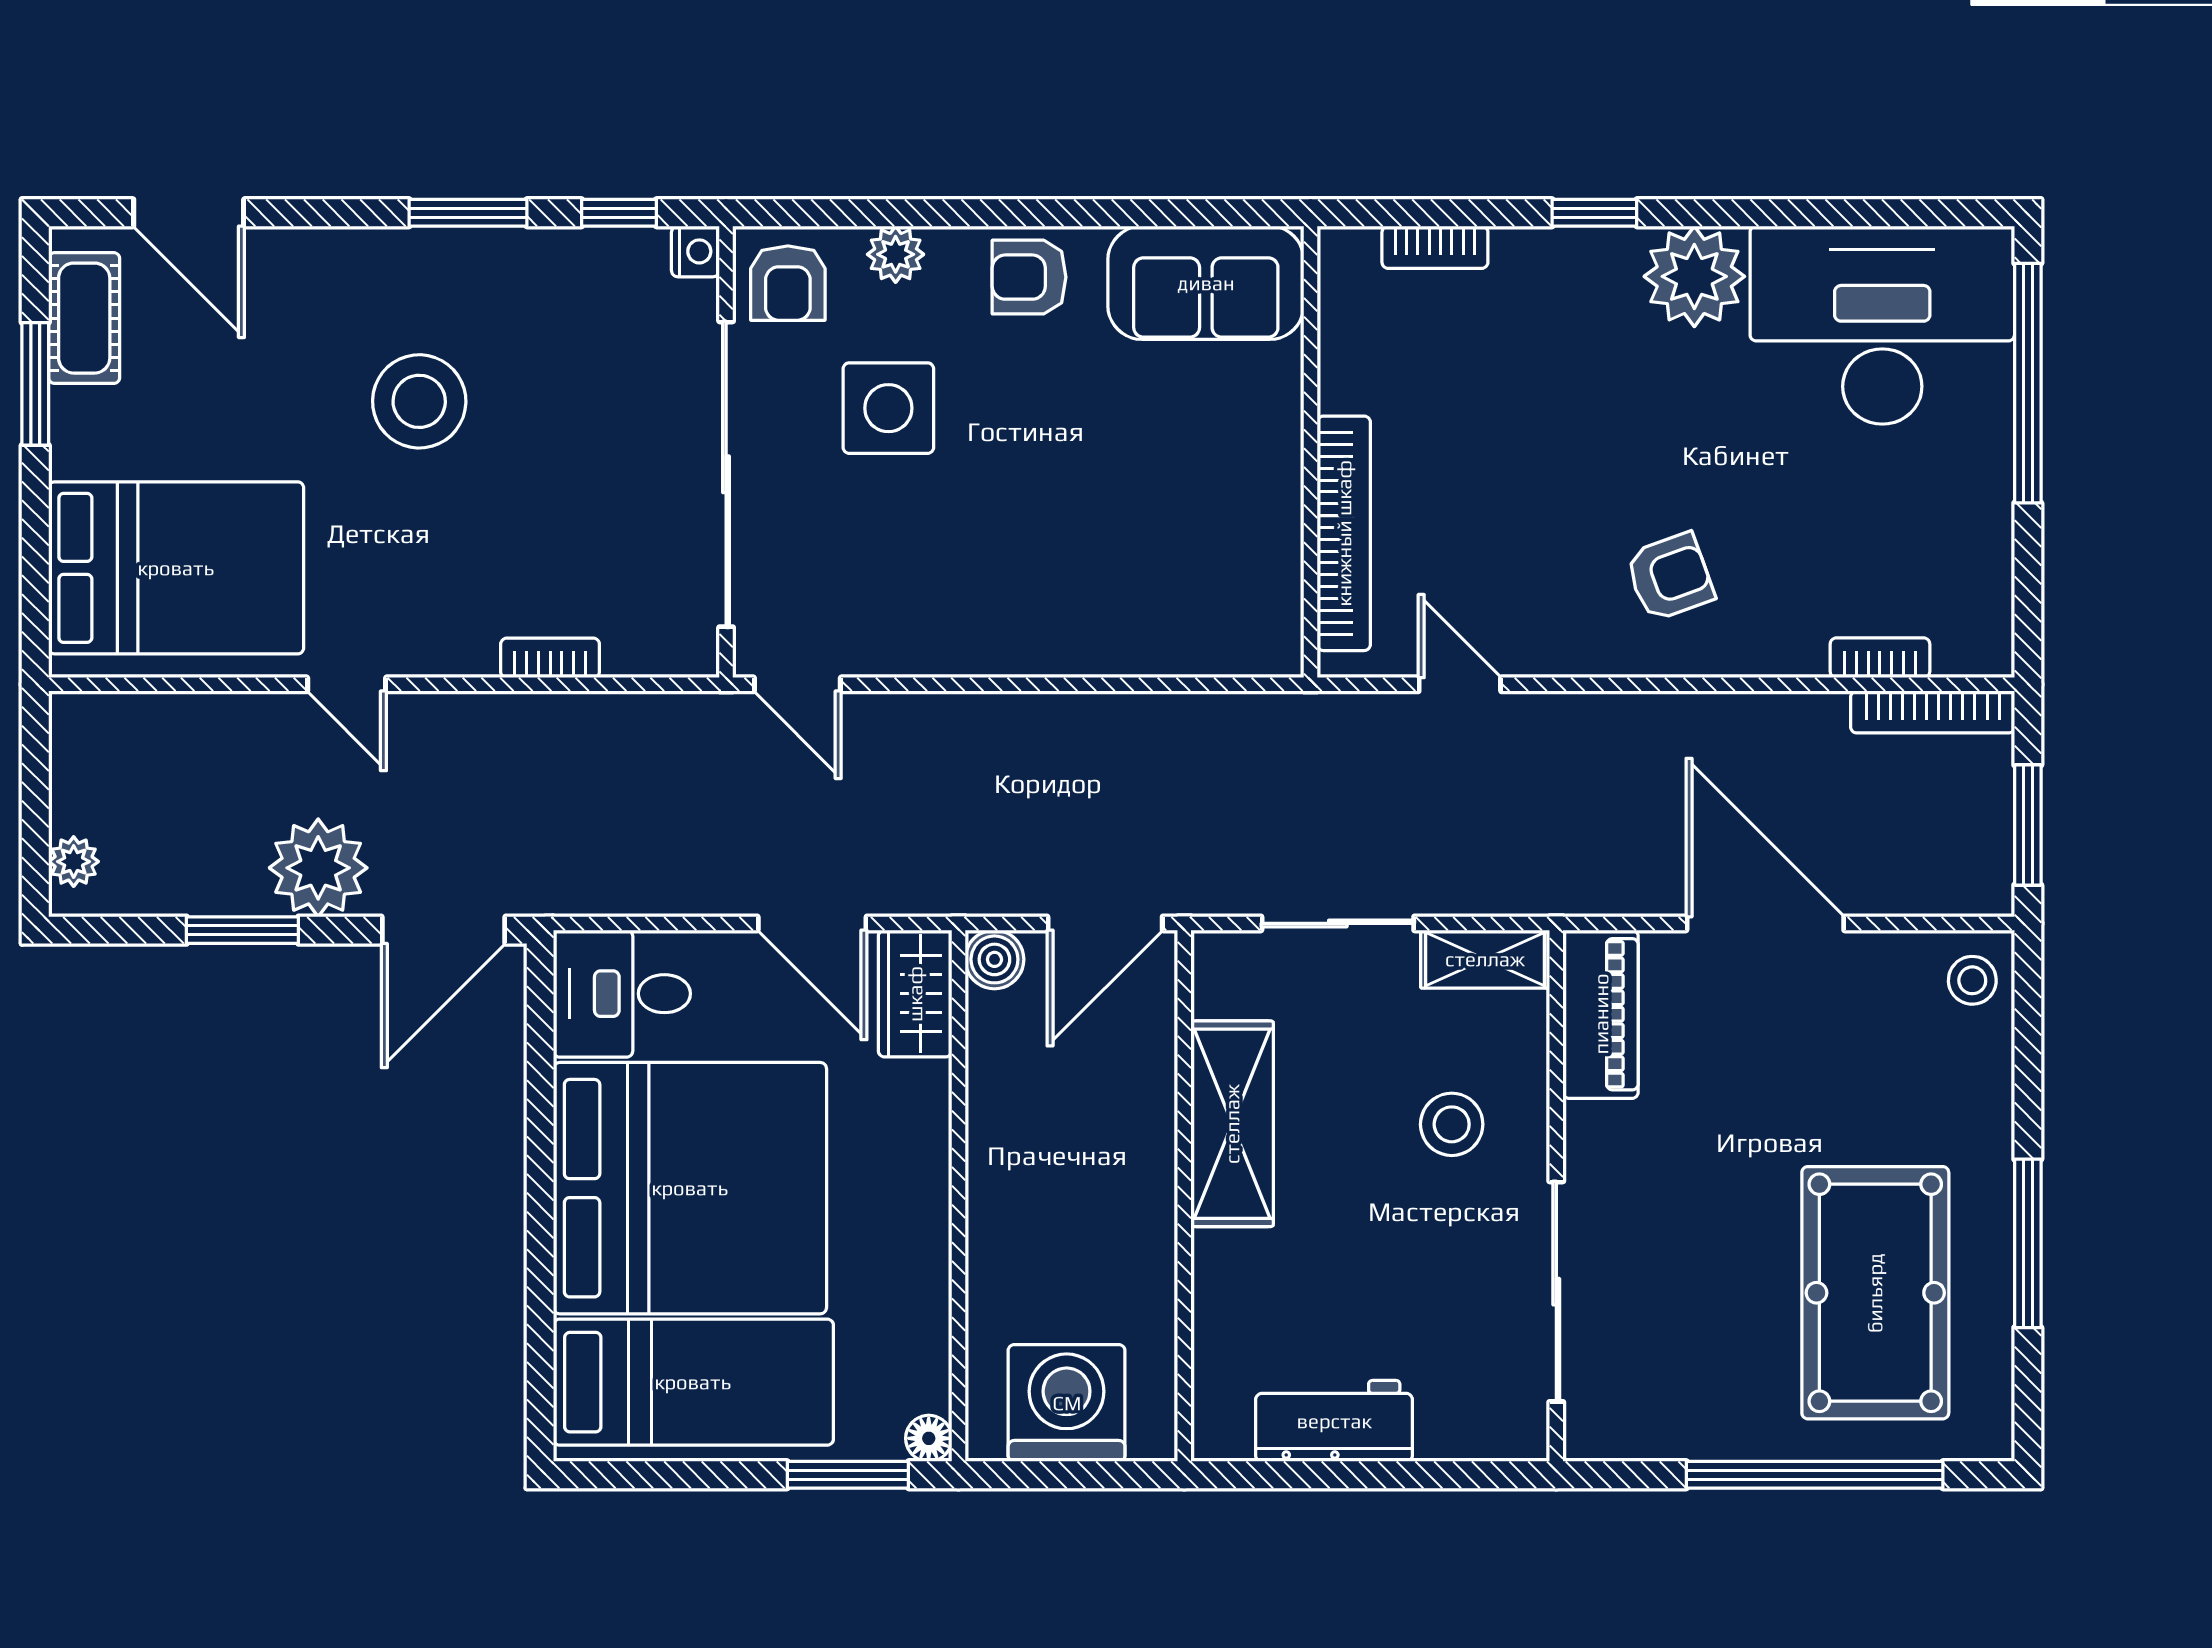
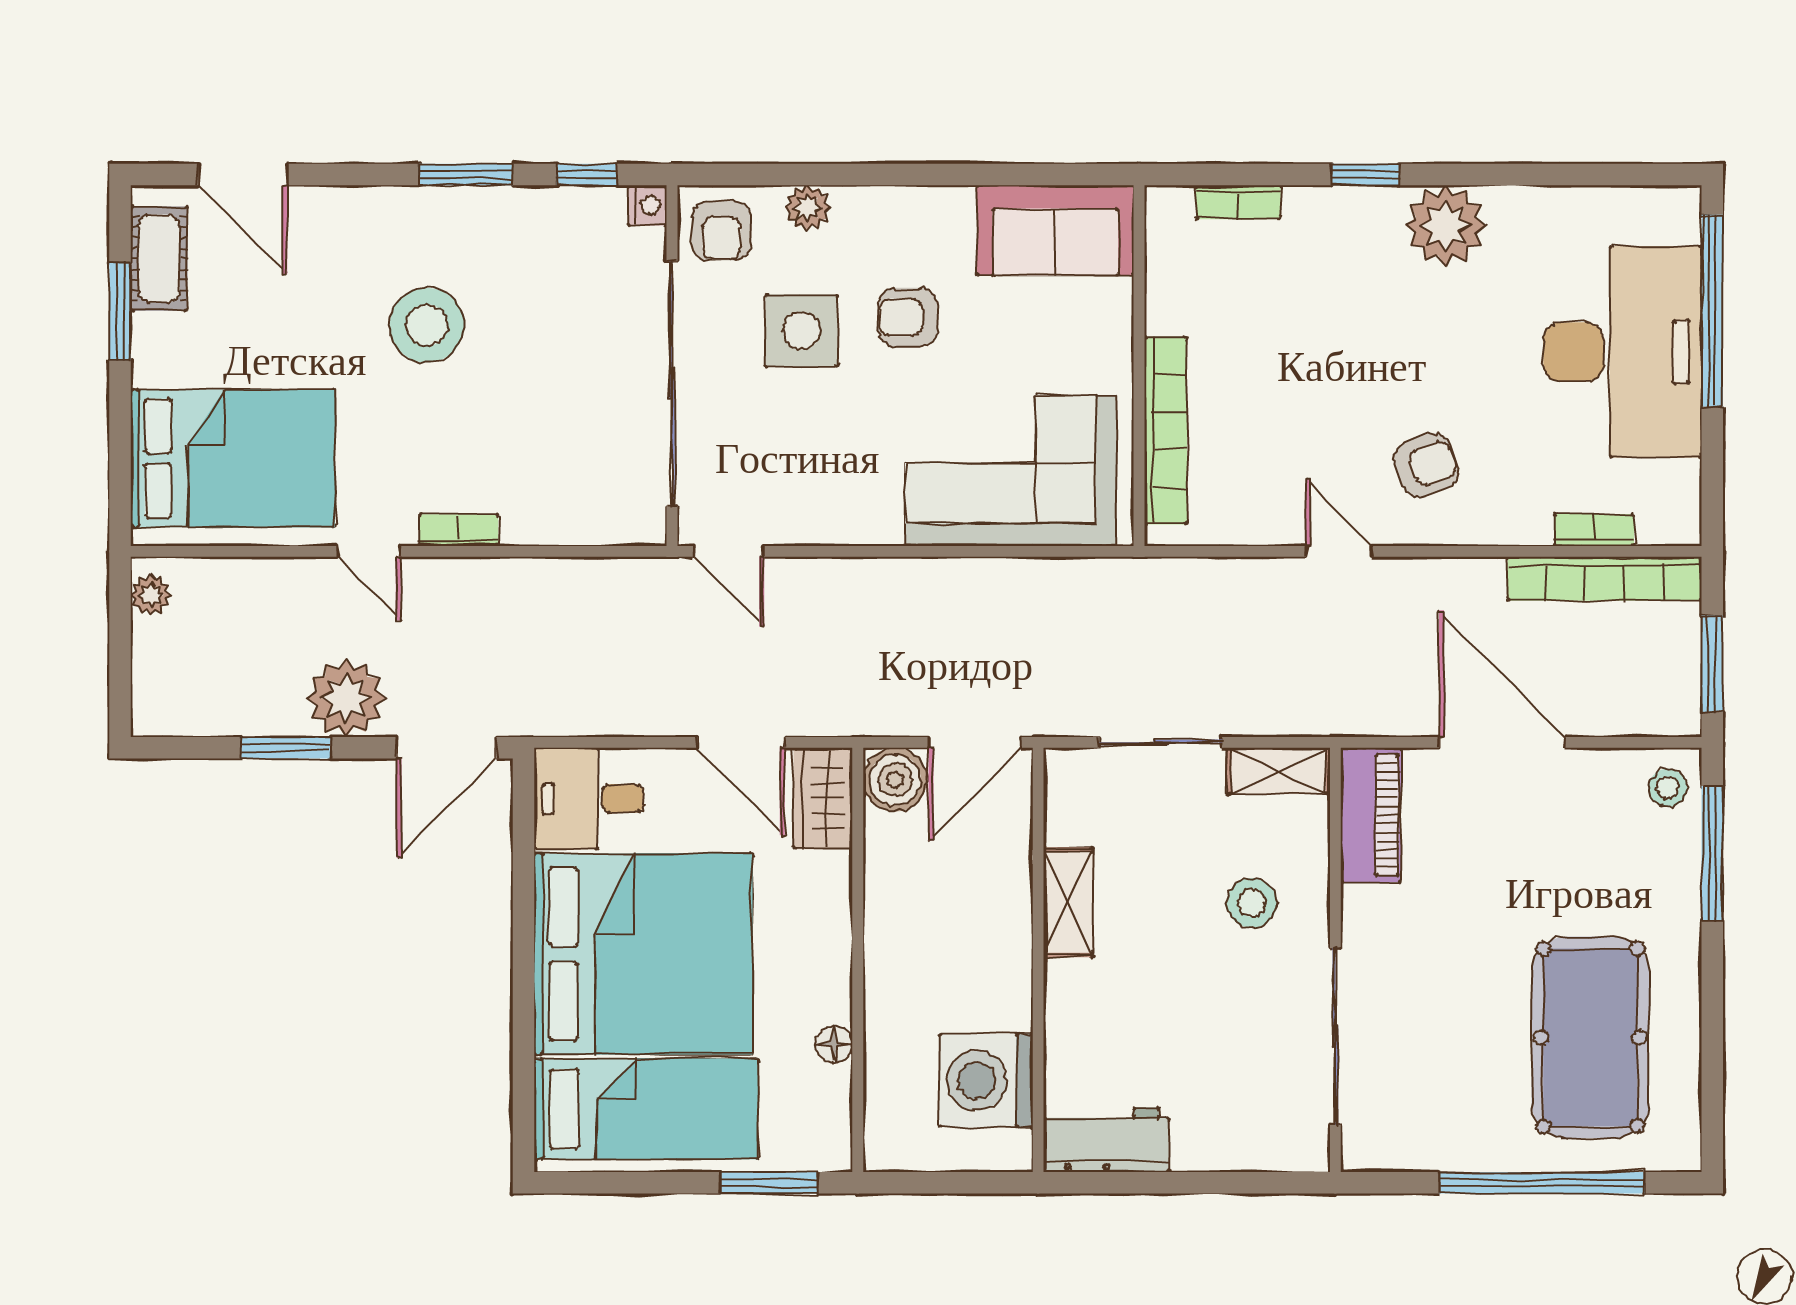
armchair: (1029, 277) -> (908, 317), moved
desk: (1882, 325) -> (1622, 352), moved, turned 90
corner sofa: (1150, 583) -> (1011, 471), added
bookcase: (550, 658) -> (459, 530), moved
door: (1460, 684) -> (1339, 551), moved
bookcase: (1933, 712) -> (1605, 579), width x1.48, depth x1.31
plant: (74, 862) -> (151, 595), moved
boiler: (994, 959) -> (895, 780), width x1.36, depth x1.36
shelving: (1232, 1124) -> (1068, 902), width x0.67, depth x0.75
window: (2028, 1243) -> (1712, 853), moved
washing machine: (1067, 1403) -> (986, 1081), moved, turned -90
workbench: (1334, 1421) -> (1106, 1140), moved
floor lamp: (929, 1438) -> (834, 1044), moved

